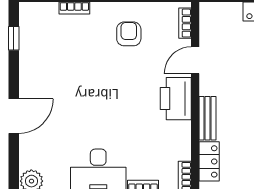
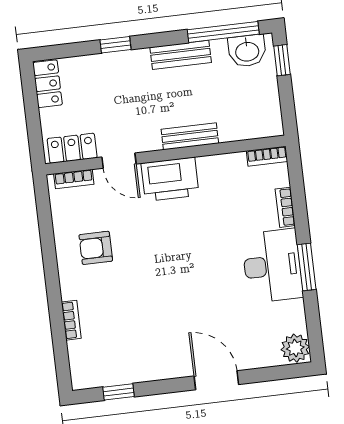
locker: (209, 161) -> (72, 148), moved

